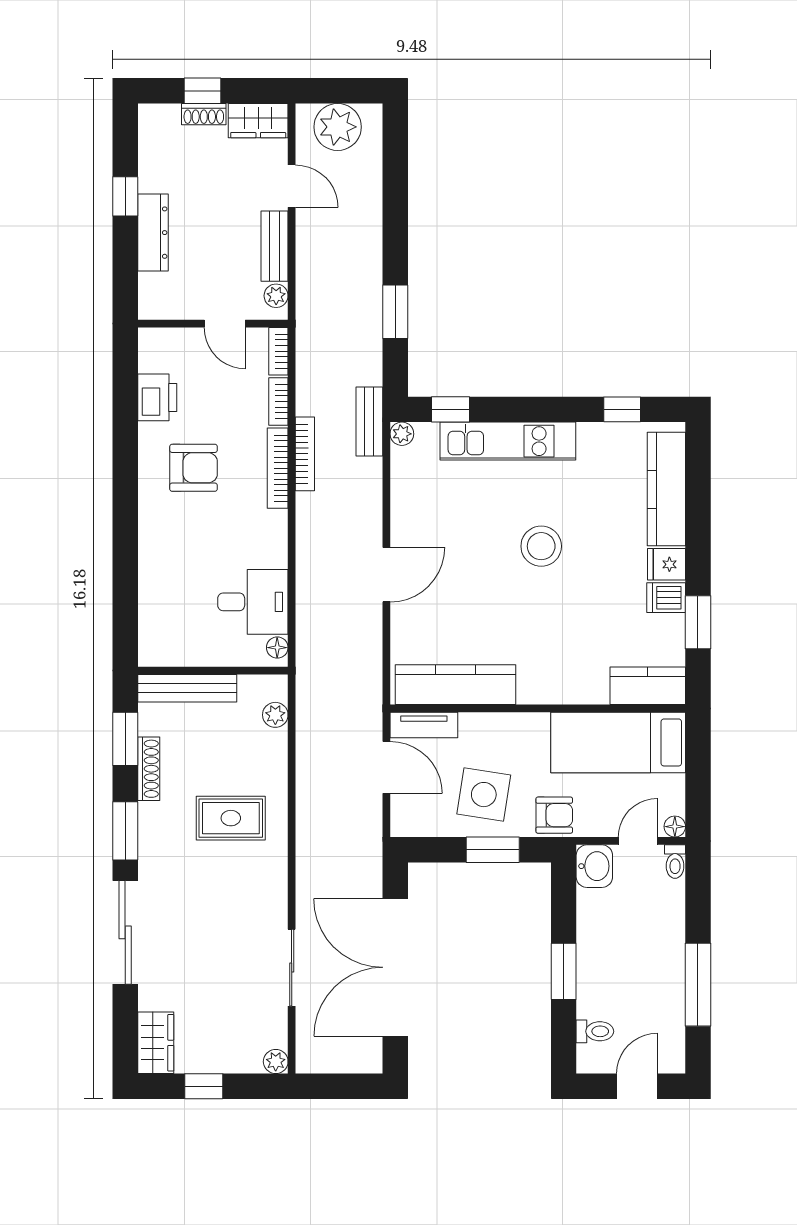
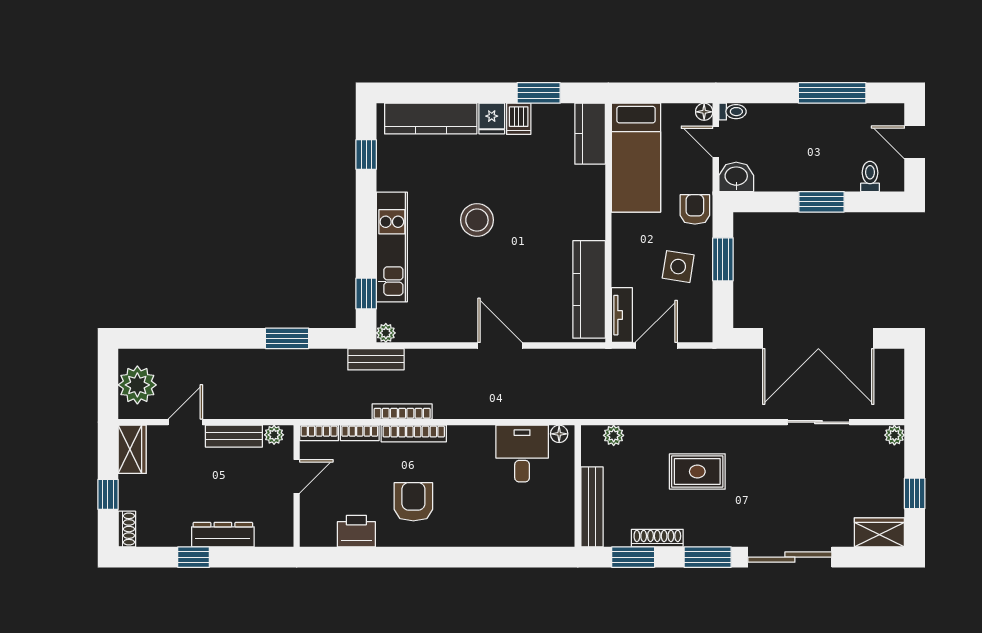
shoe rack: (204, 114) -> (127, 529), moved
side table: (484, 795) -> (678, 267), width x0.73, depth x0.73
rug: (231, 818) -> (697, 472), turned 90

